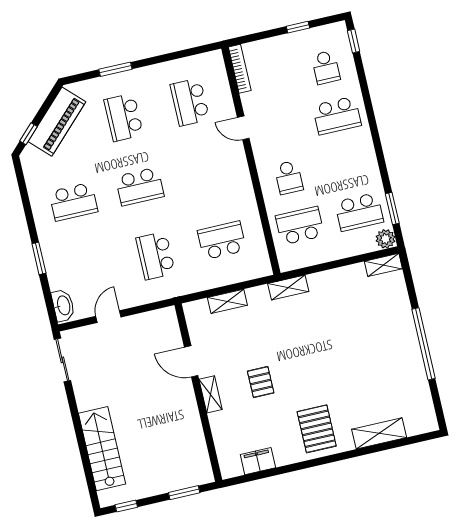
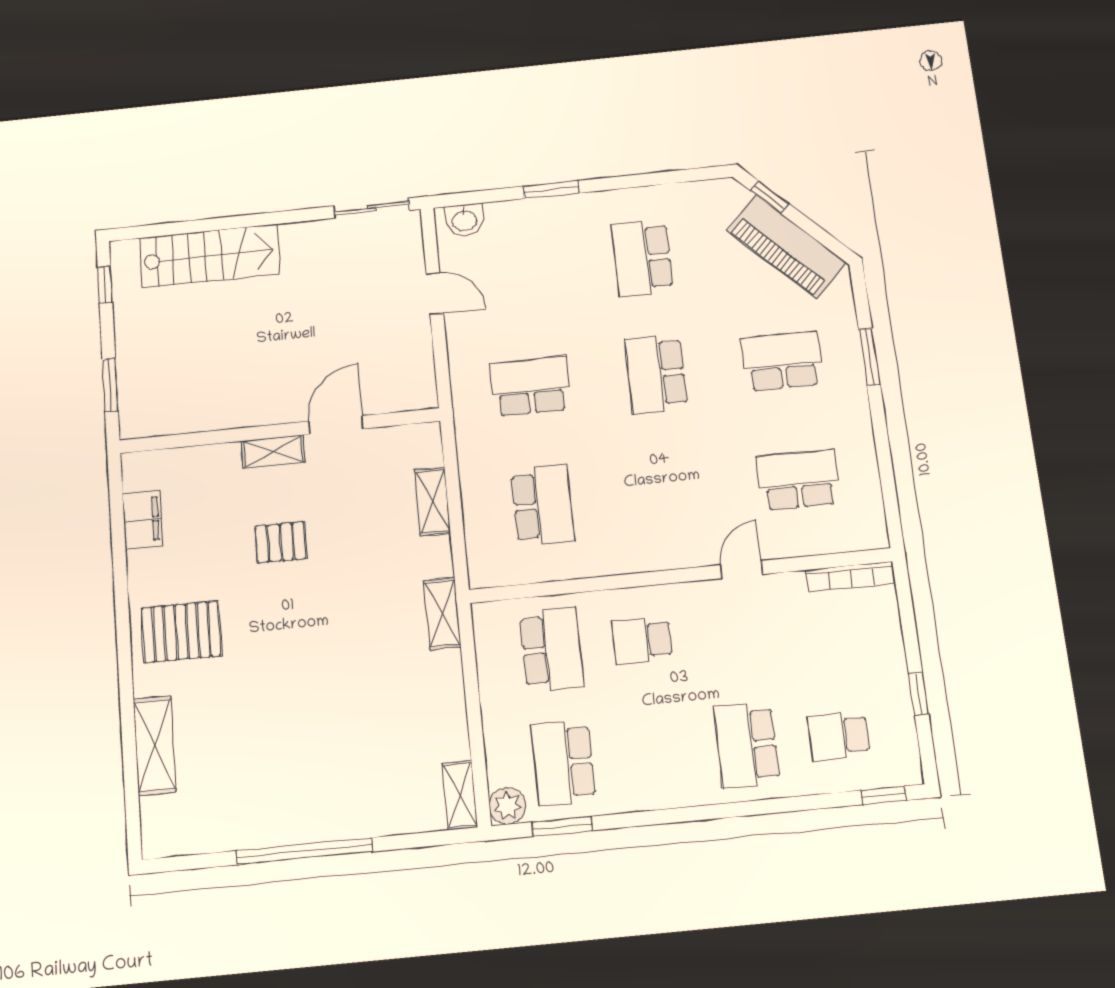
washbasin: (63, 306) -> (465, 220), width x0.72

